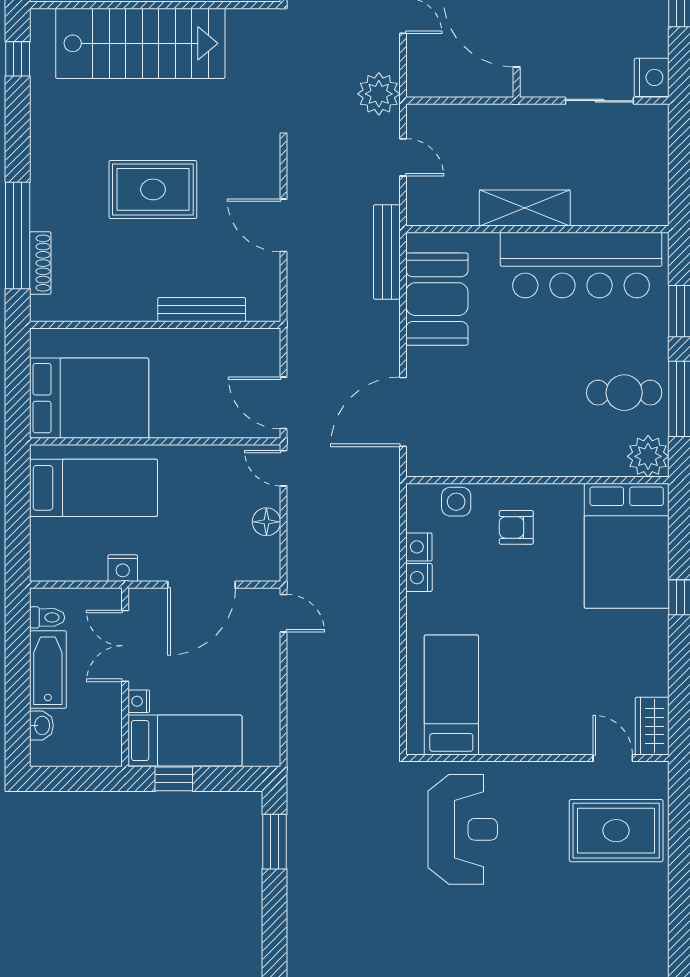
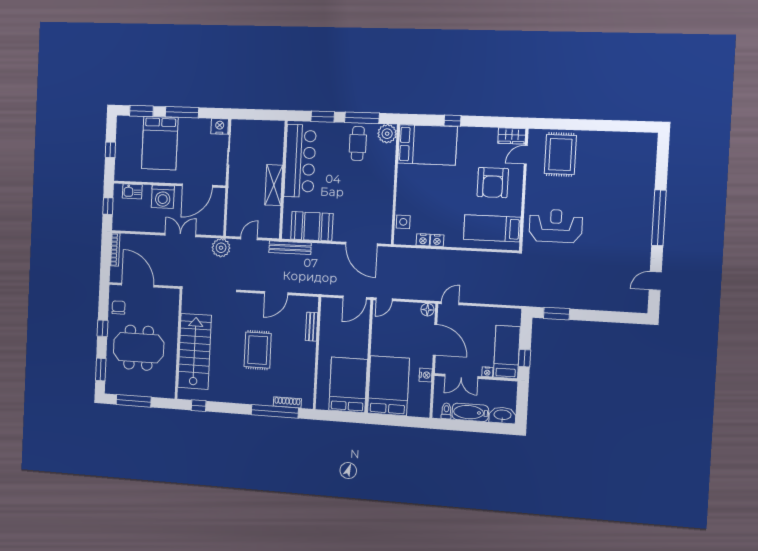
bench: (202, 310) -> (312, 327), width x0.73
bed: (93, 488) -> (388, 386), width x1.50
floor lamp: (266, 522) -> (427, 310), moved
armchair: (516, 527) -> (493, 183), moved, width x1.88, depth x1.88
washbasin: (41, 725) -> (502, 415), width x1.91, depth x1.45

